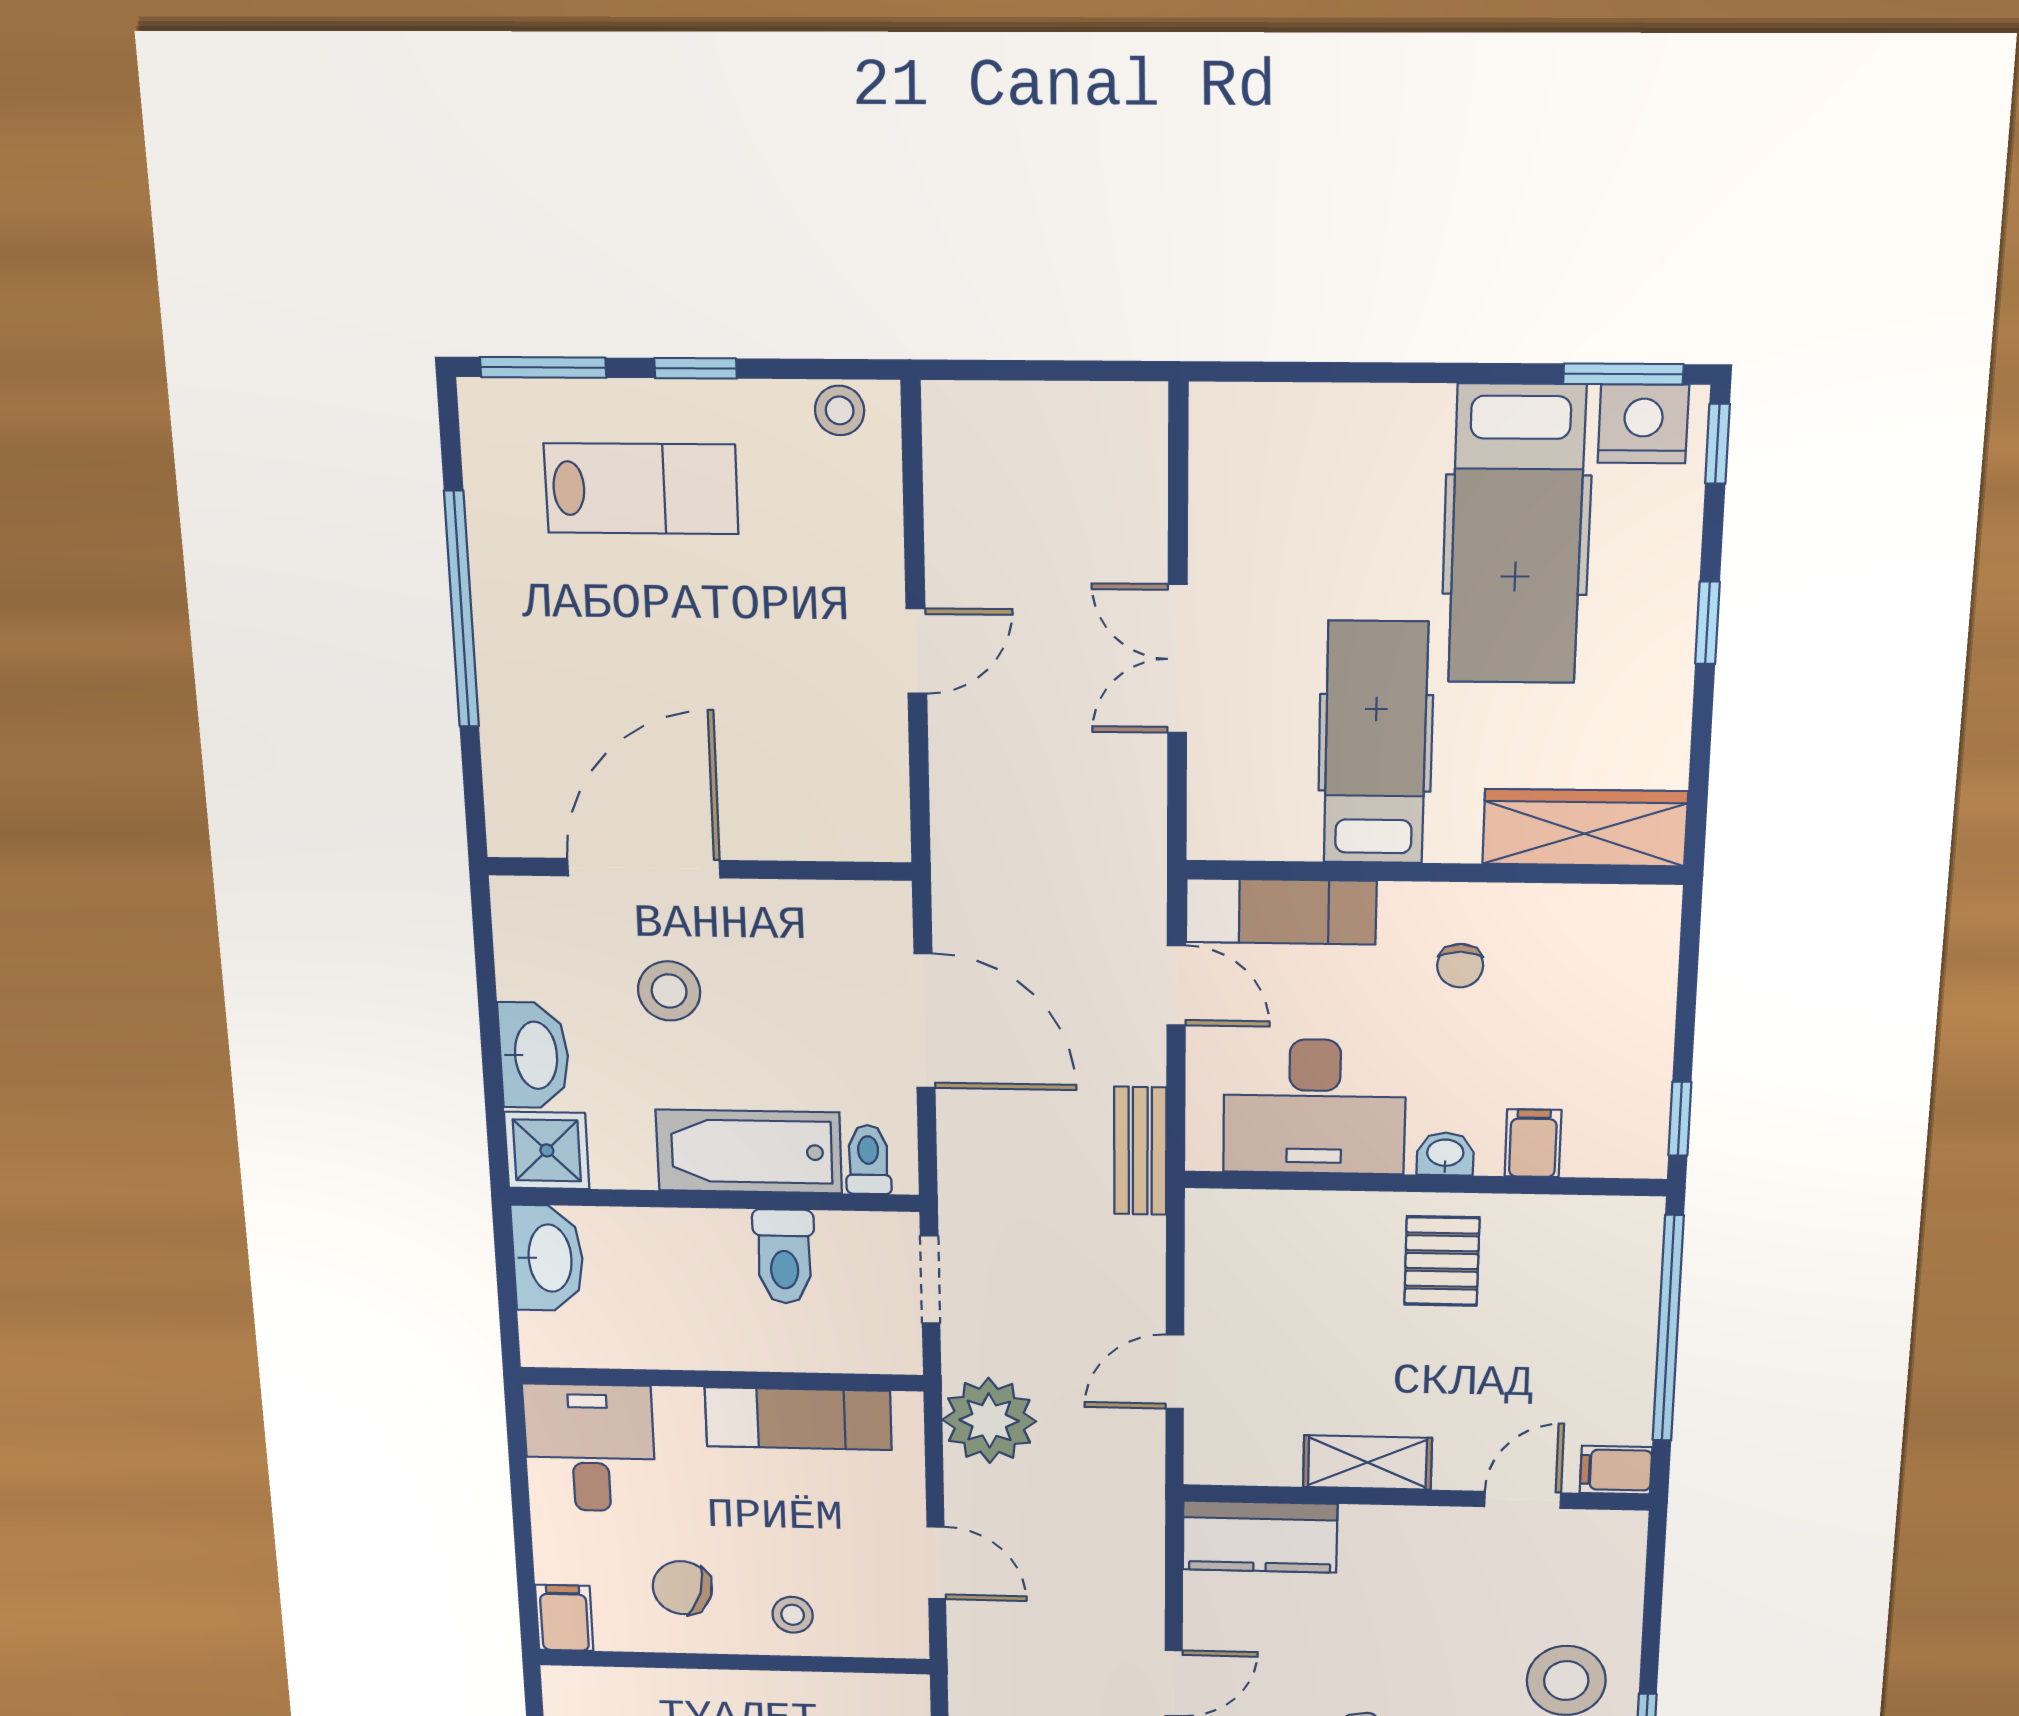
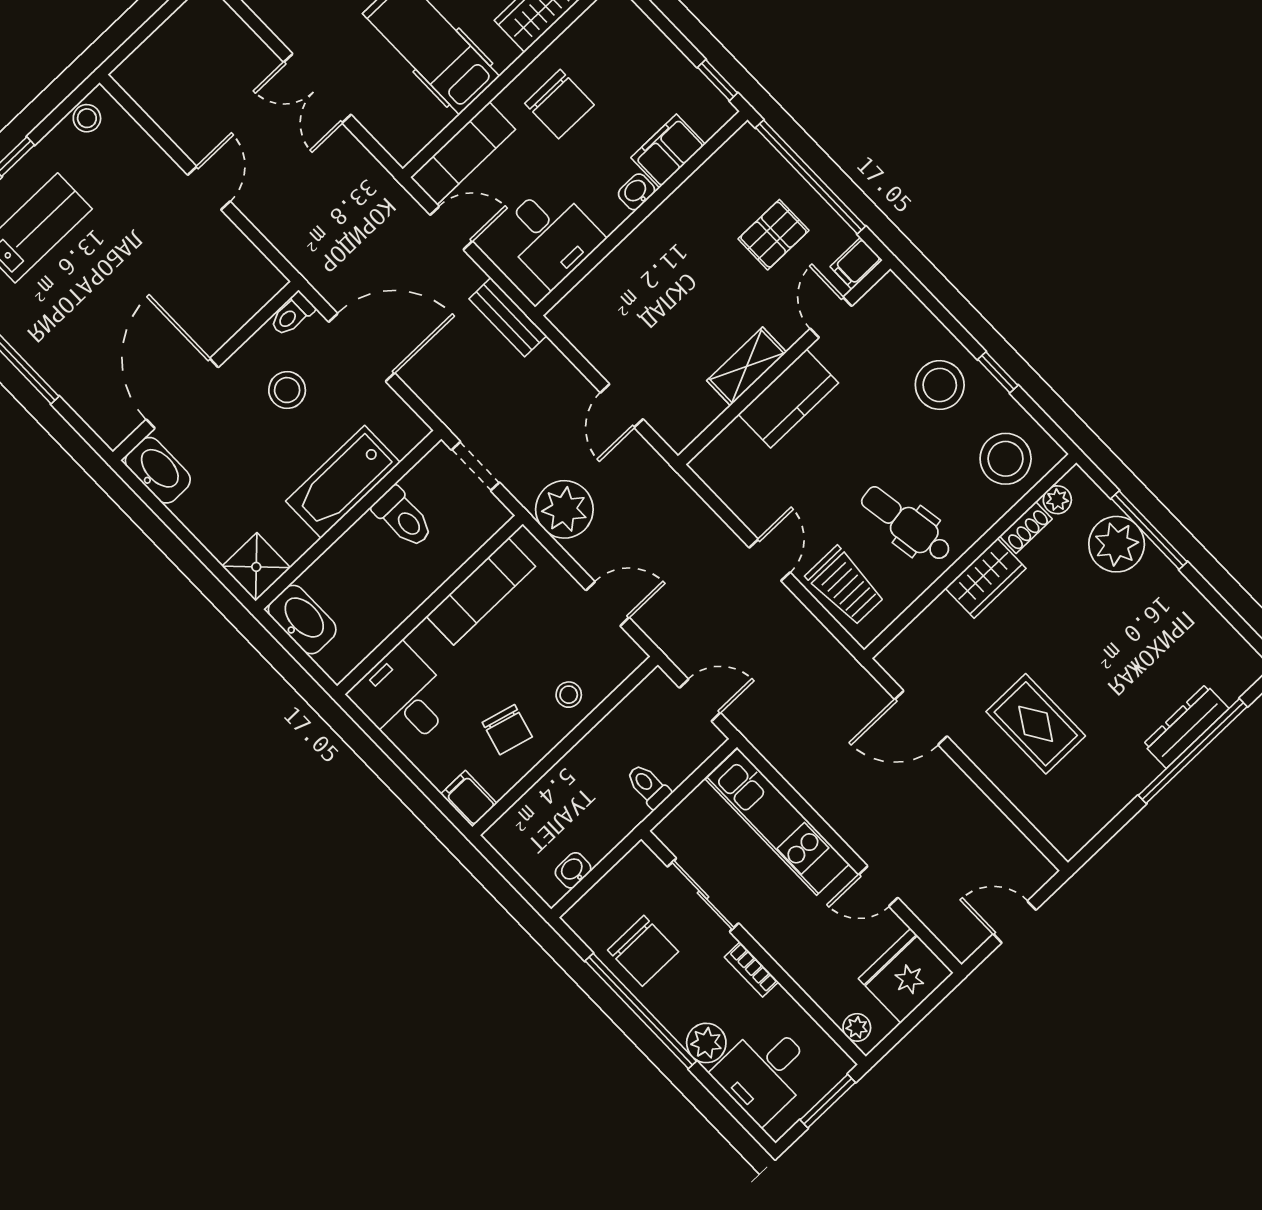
chair: (1460, 966) -> (559, 104), width x1.87, depth x1.87
stool: (669, 991) -> (287, 390), moved
washbasin: (534, 1055) -> (158, 470), moved
desk: (1314, 1107) -> (551, 235), width x0.73
filing cabinet: (1533, 1143) -> (668, 151), width x2.00
toilet: (868, 1160) -> (292, 314), moved, turned -90
pallet: (1442, 1261) -> (774, 235), moved, turned 90
kitchen counter: (1260, 1537) -> (788, 399), moved
chair: (682, 1588) -> (507, 730), turned -91

